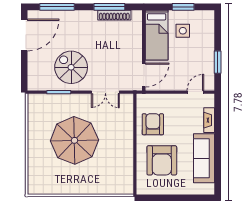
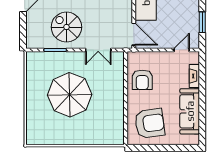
door: (144, 75) -> (134, 34), hinge flipped
armchair: (153, 124) -> (142, 80), turned 180
armchair: (162, 160) -> (150, 123), moved, turned -98

